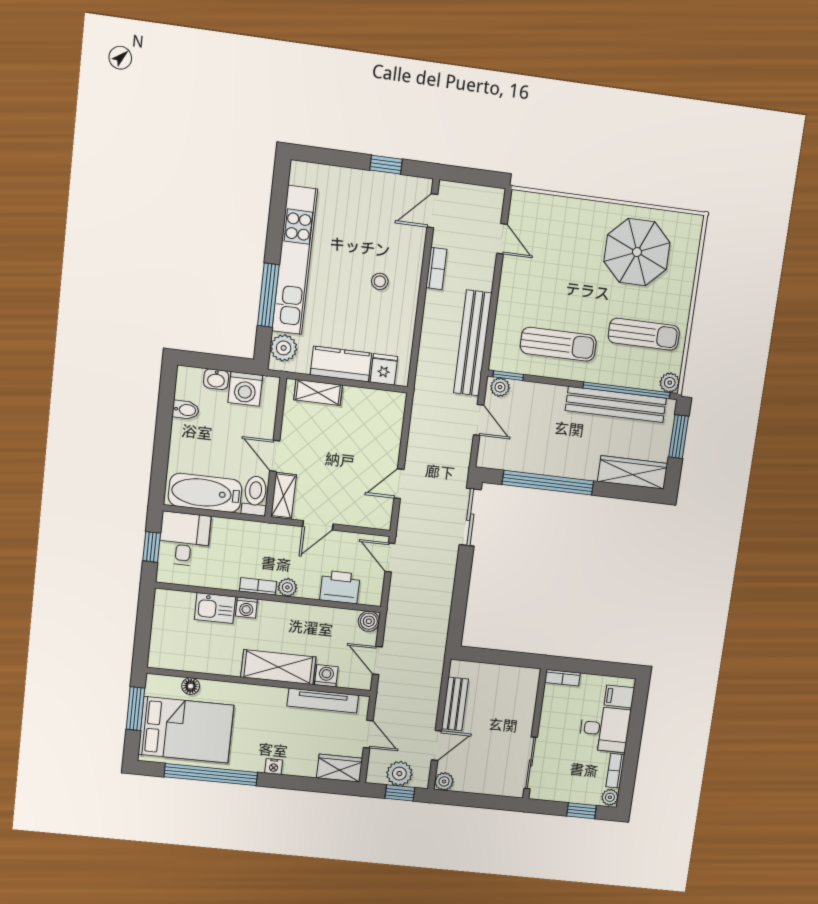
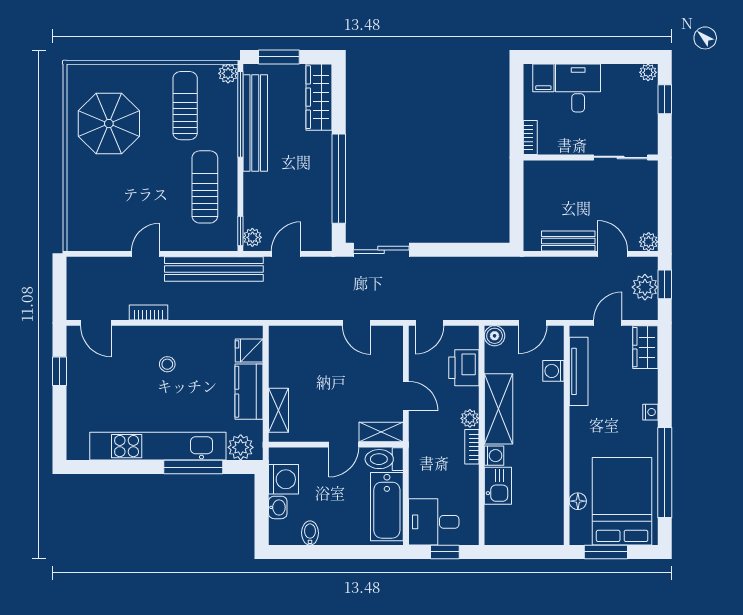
door: (502, 239) -> (146, 254), moved
shelving: (278, 667) -> (498, 409), moved
bookcase: (615, 771) -> (620, 71), removed

